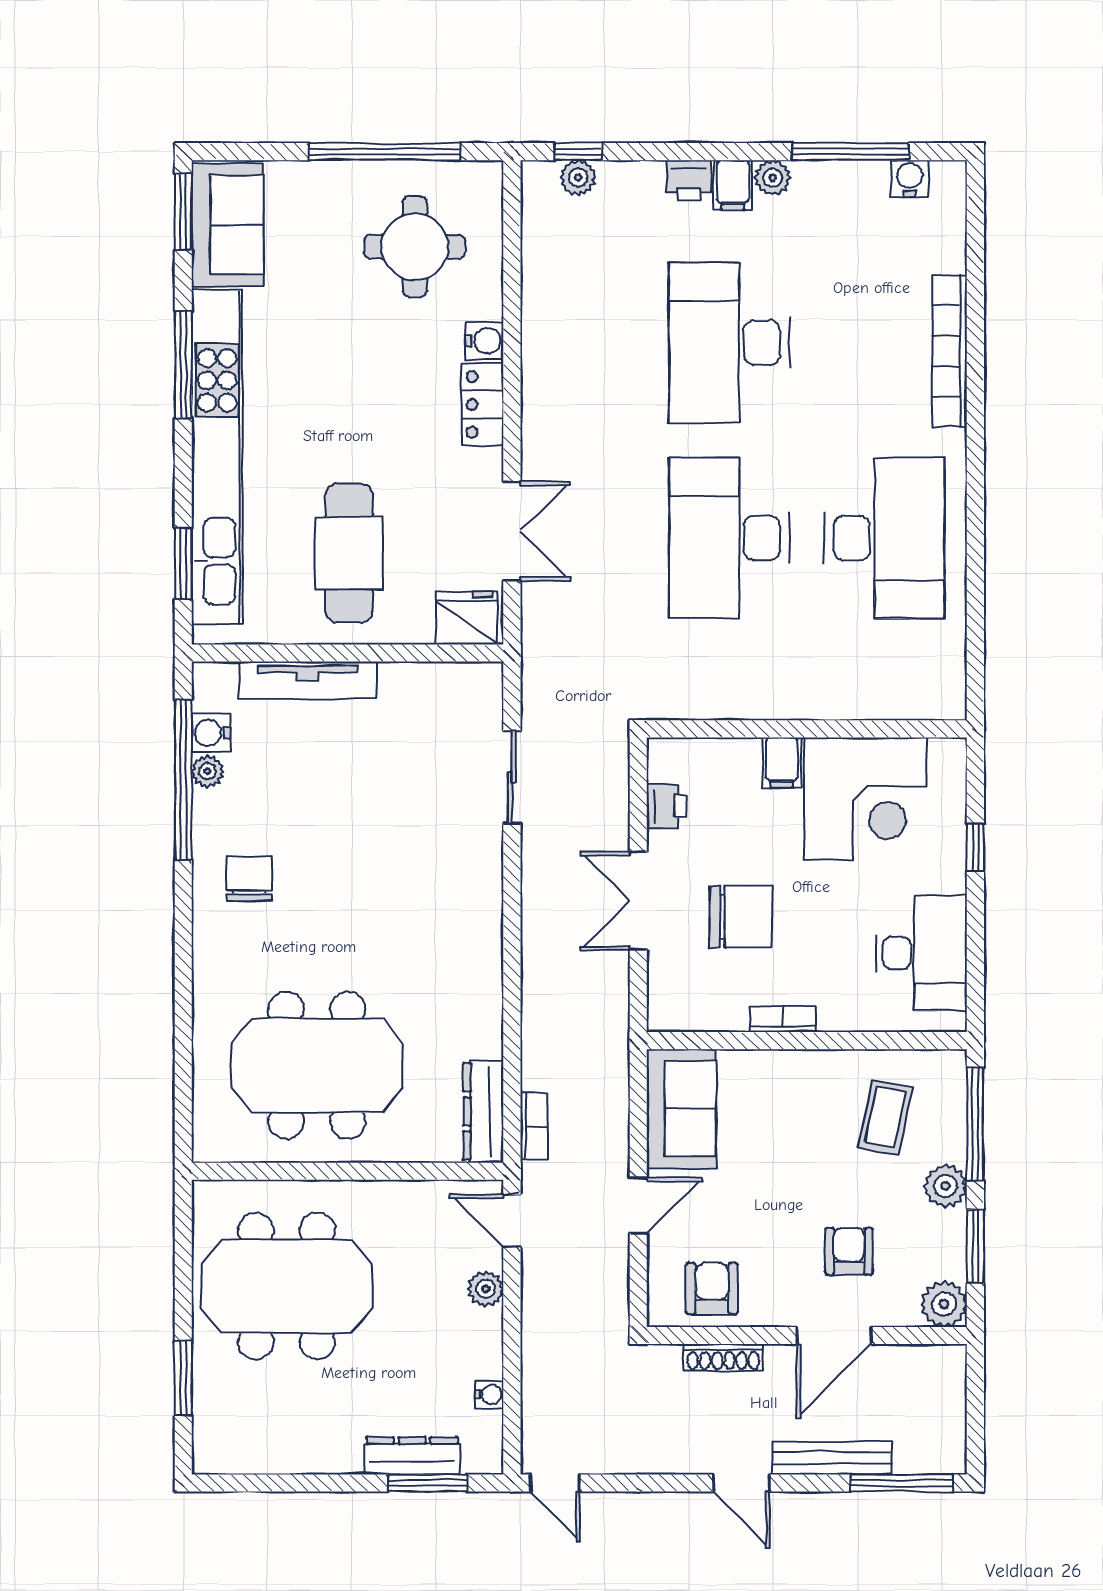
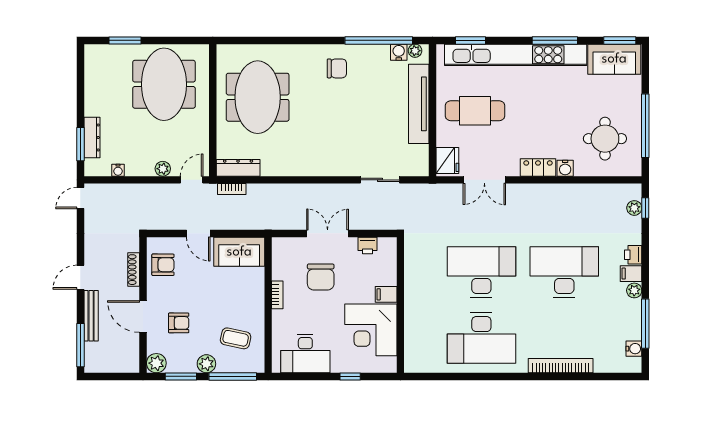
tv unit: (308, 680) -> (419, 104), width x1.36, depth x1.29
plant: (208, 771) -> (415, 51), moved

